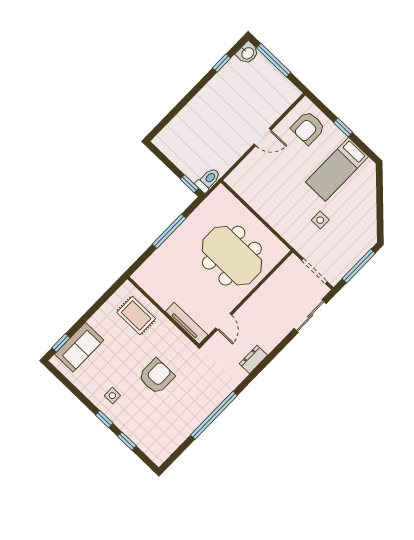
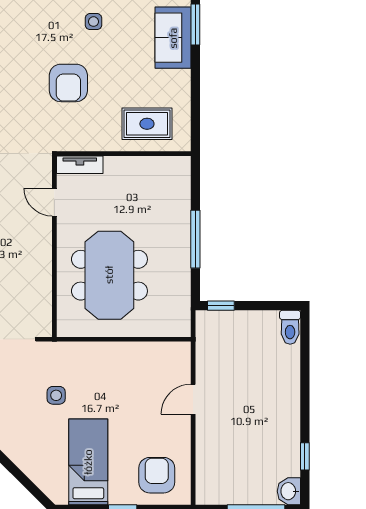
door: (263, 137) -> (193, 399), moved
toilet: (208, 180) -> (290, 327), moved
meeting table: (232, 256) -> (109, 275), turned 90
tv unit: (187, 323) -> (80, 165), width x0.71
window: (61, 343) -> (195, 24), width x1.50

